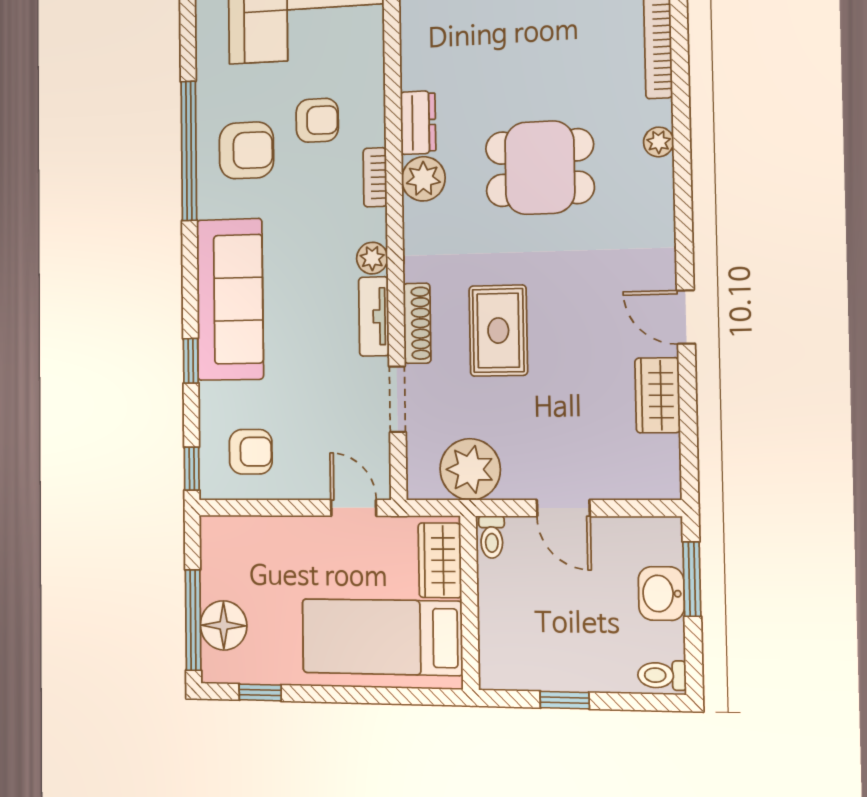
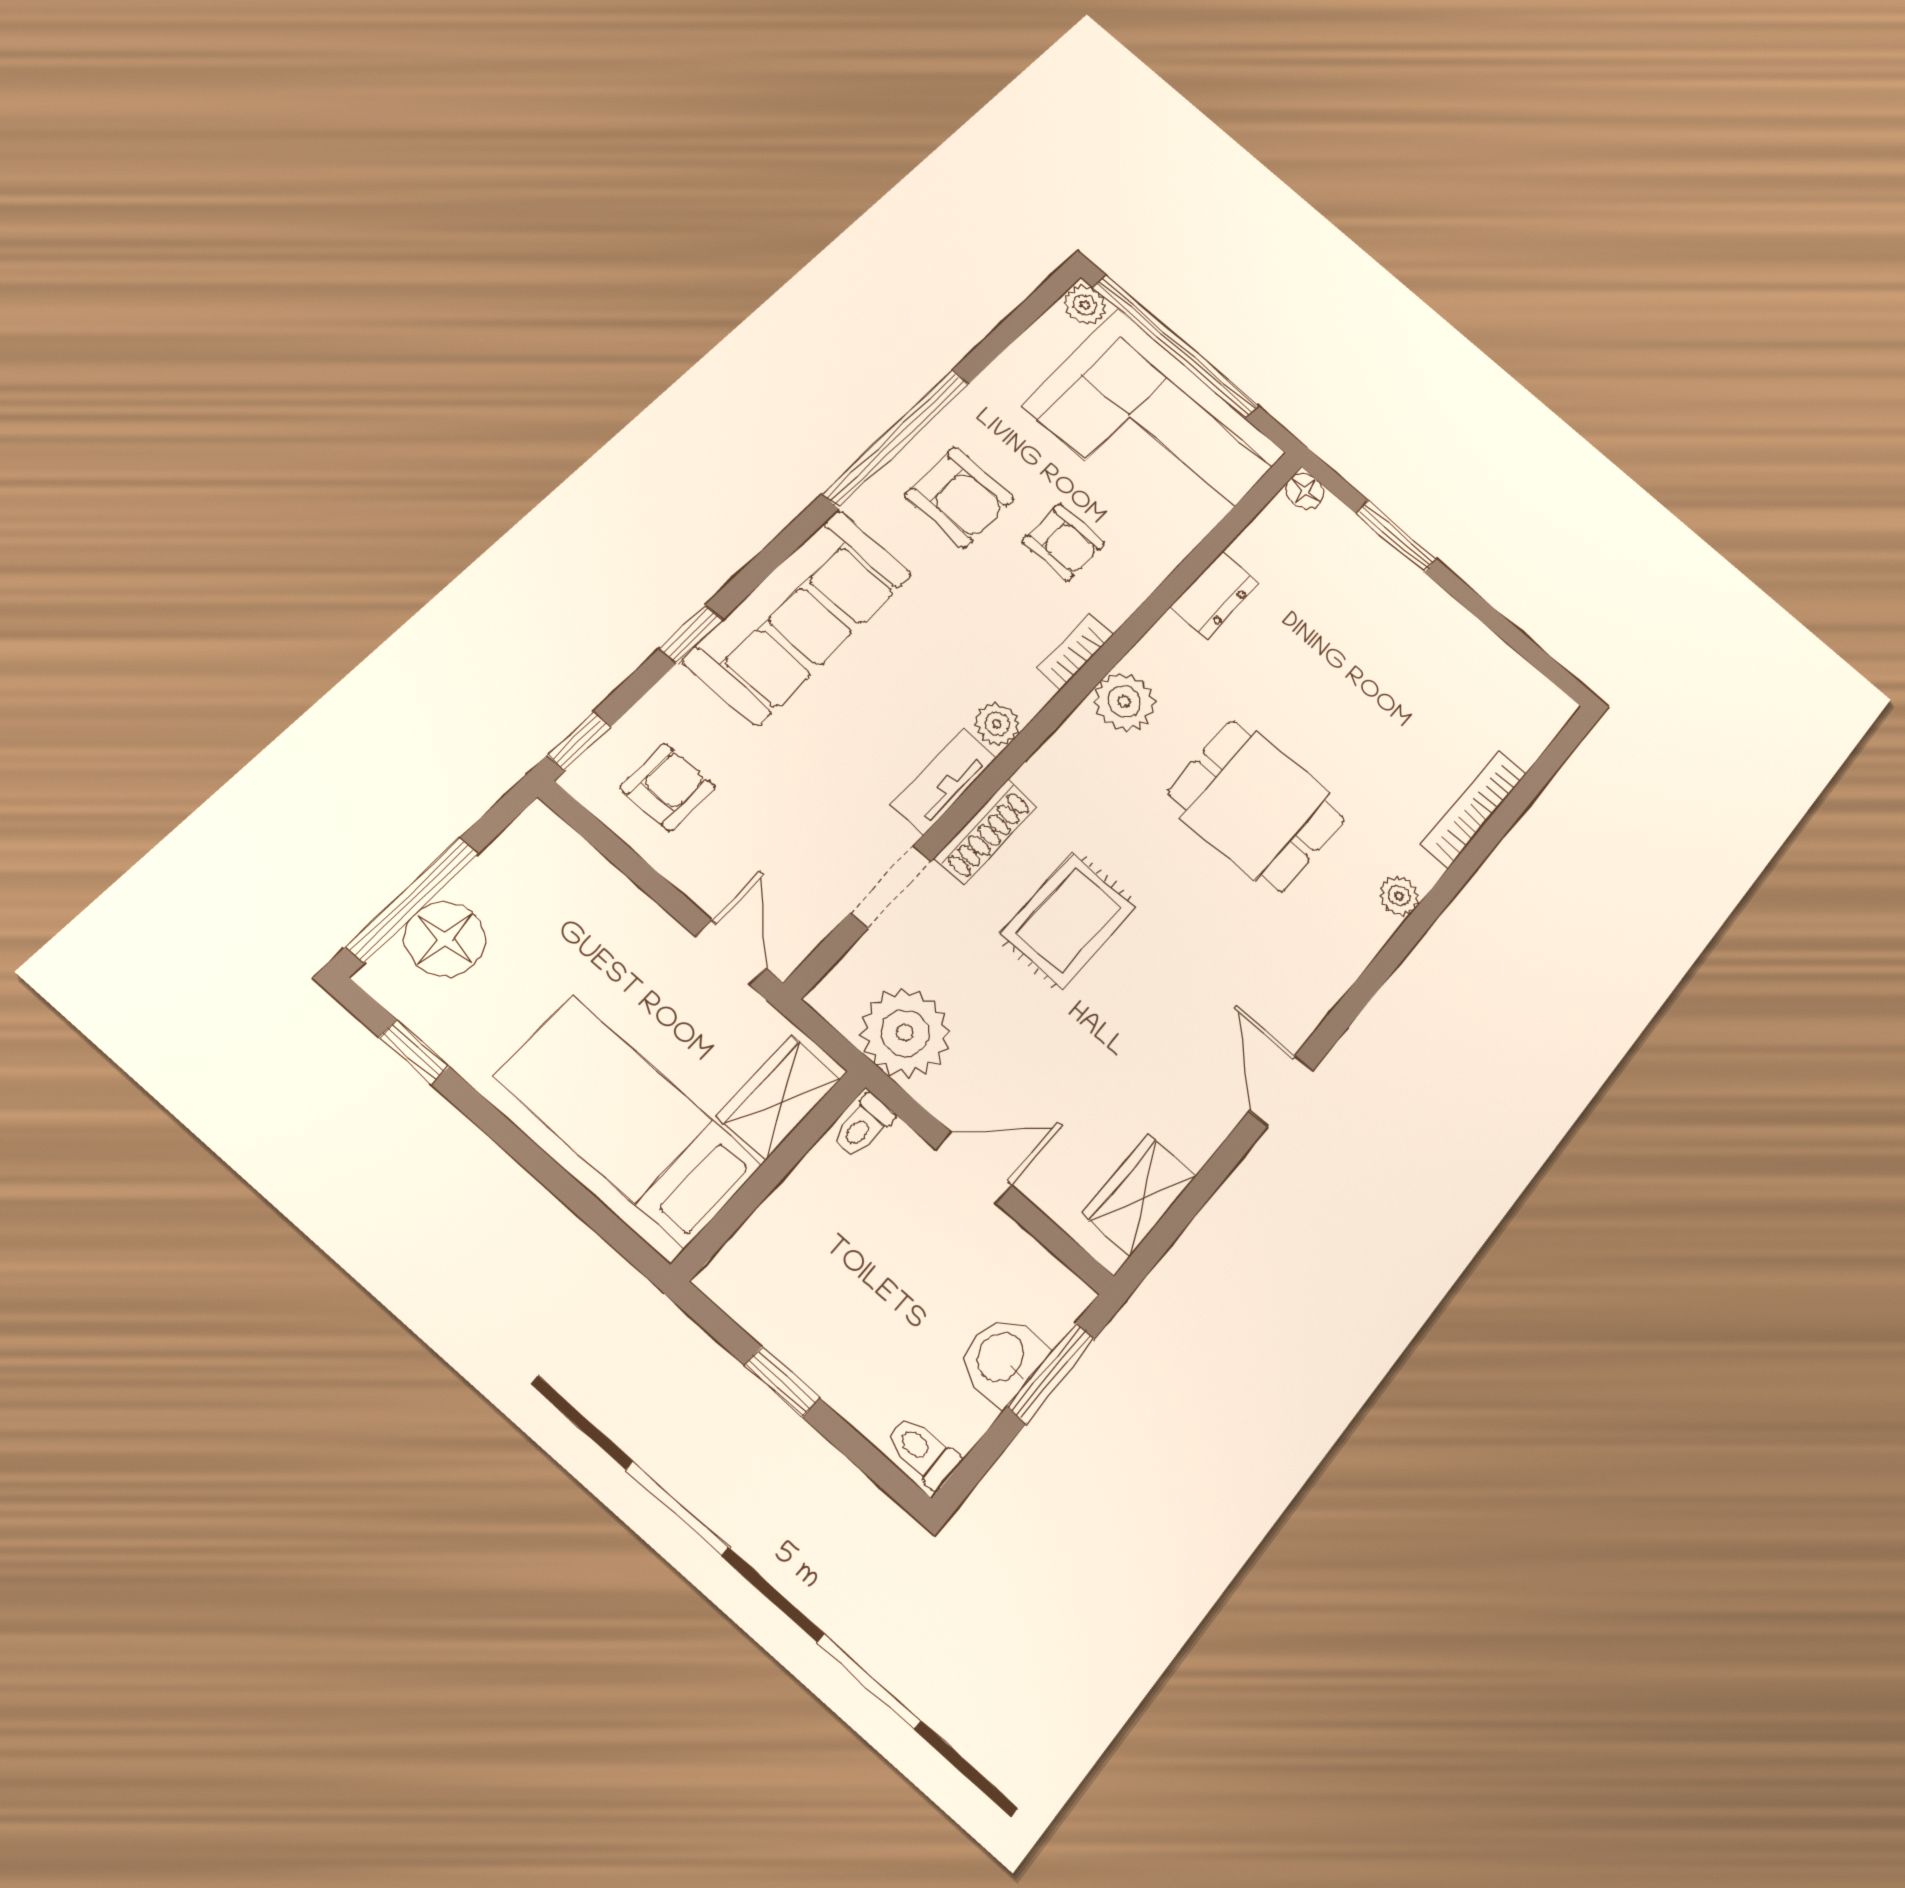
dresser: (418, 123) -> (1215, 595), moved
wardrobe: (658, 395) -> (1139, 1195), moved
armchair: (251, 452) -> (667, 787), turned -90
door: (563, 508) -> (973, 1167), swing flipped

